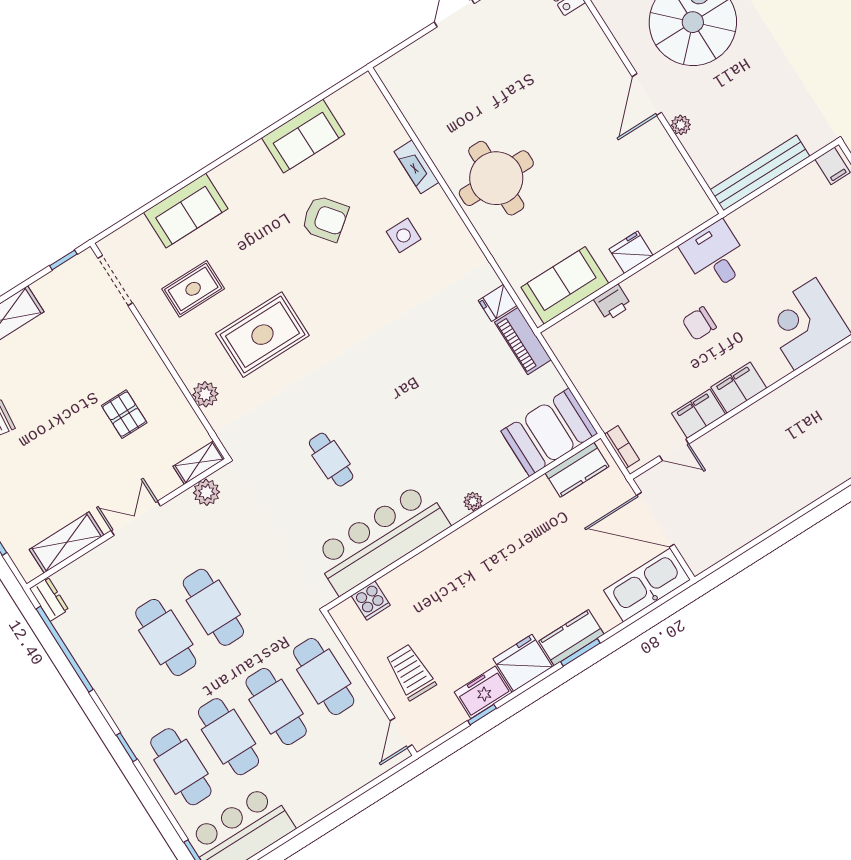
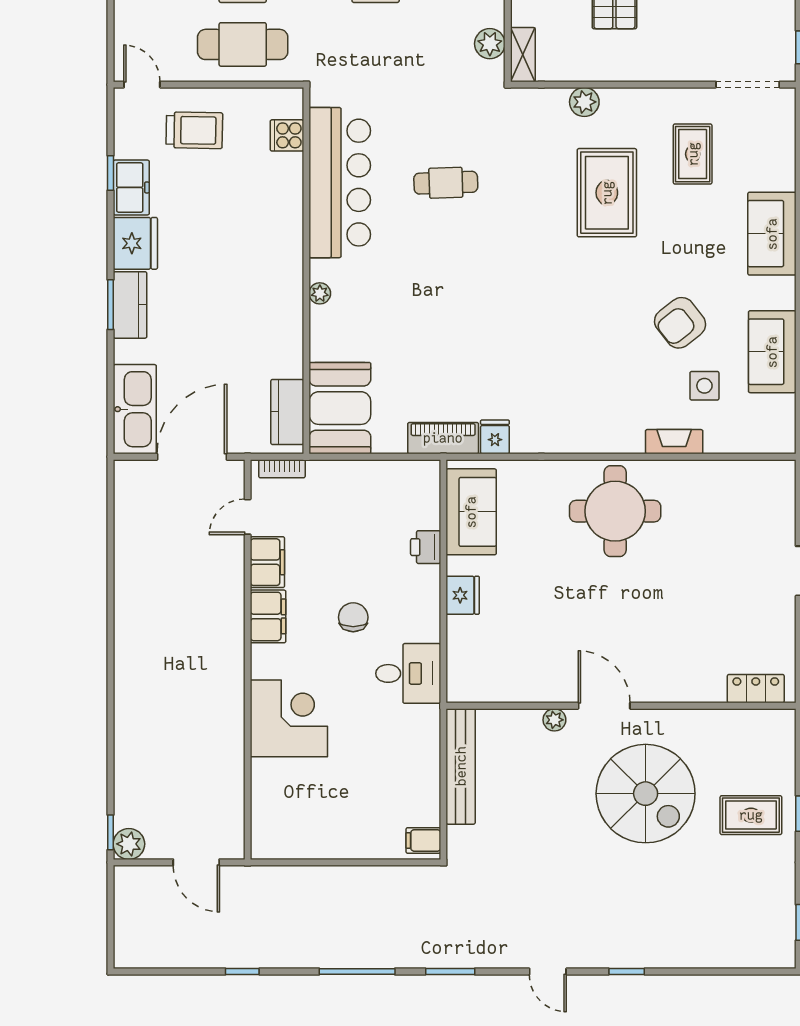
sofa: (186, 210) -> (772, 234), moved
side table: (404, 235) -> (704, 386), moved

